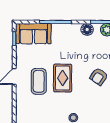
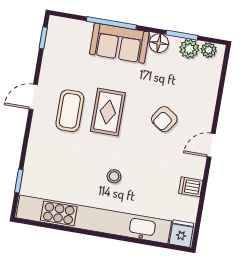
sofa: (33, 34) -> (119, 43), moved

